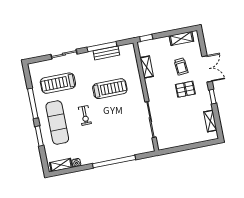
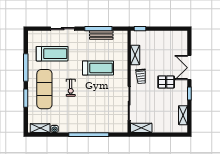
shelving: (181, 38) -> (141, 128), moved
trolley: (181, 67) -> (141, 76), moved
double door: (207, 69) -> (189, 68), swing flipped
treadmill: (58, 83) -> (52, 54), turned 180

